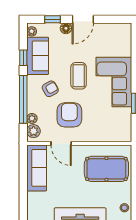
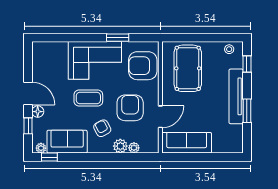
window: (23, 58) -> (49, 157), moved
window: (23, 99) -> (114, 157), removed
armchair: (69, 115) -> (130, 108), turned 90
armchair: (109, 127) -> (143, 66), added
plant: (34, 131) -> (120, 146), moved

